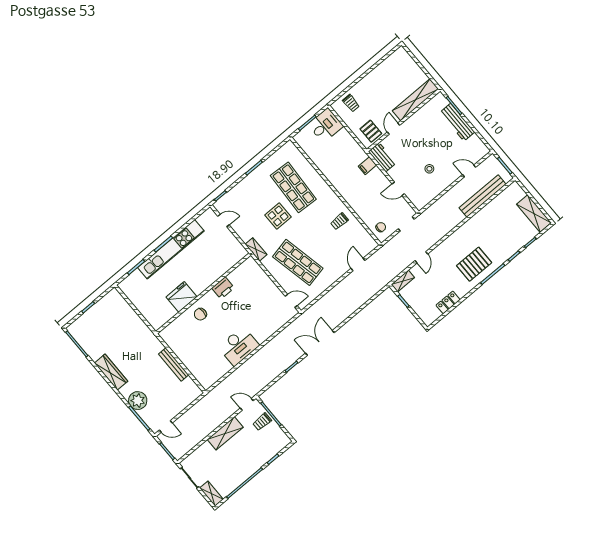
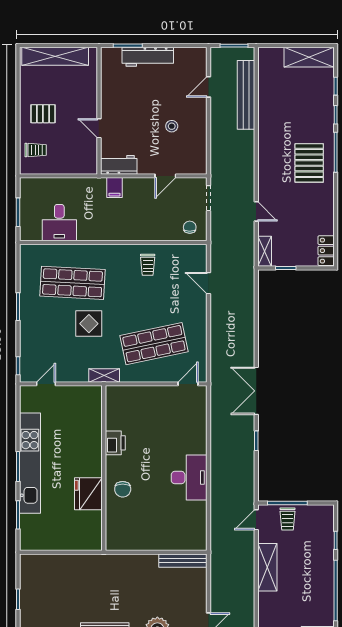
shelving: (415, 100) -> (55, 56), moved, turned 90
desk: (326, 125) -> (59, 223), moved, turned 180
pallet: (371, 131) -> (43, 114), moved
locker: (448, 302) -> (326, 251), moved
bench: (174, 364) -> (183, 561), moved

